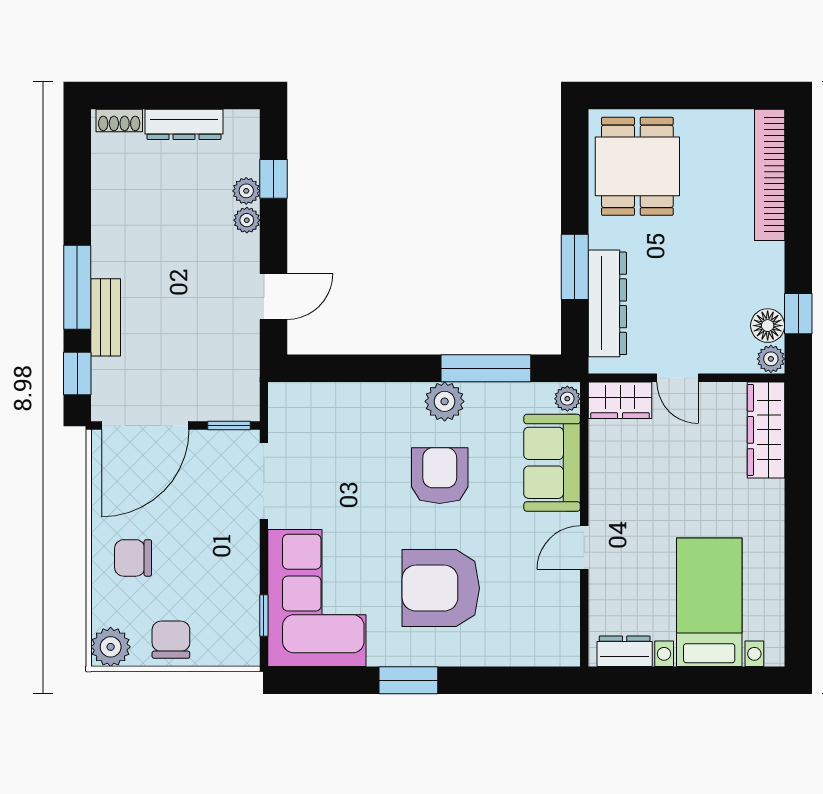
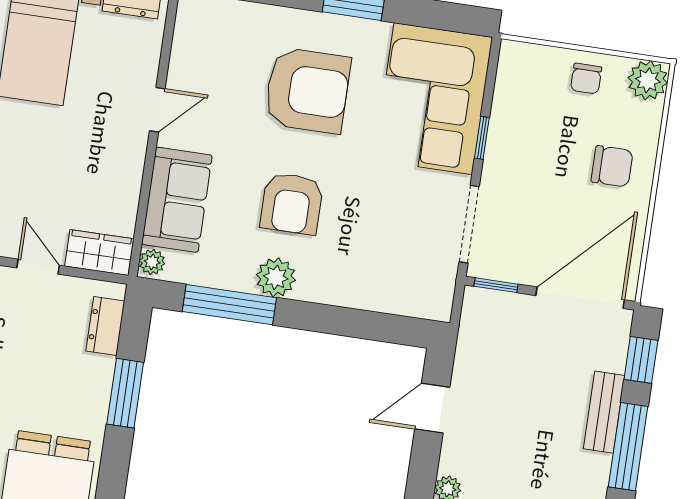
dresser: (607, 303) -> (105, 326), width x0.51, depth x0.80
window: (264, 615) -> (482, 138), moved
chair: (171, 640) -> (586, 79), width x0.73, depth x0.73

